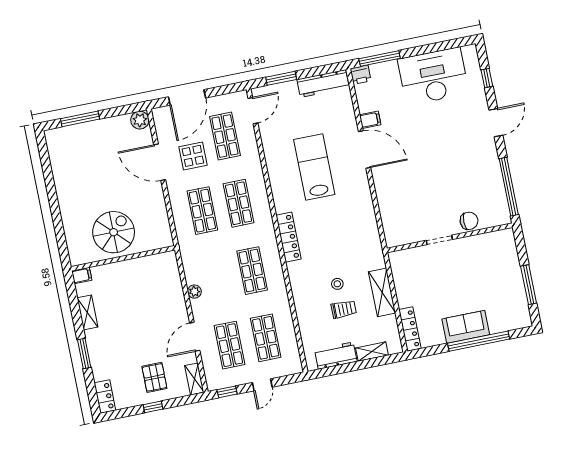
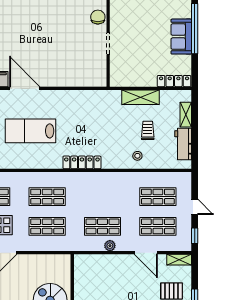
door: (365, 150) -> (25, 88), hinge flipped
shop shelf: (252, 271) -> (103, 226), moved
stool: (337, 284) -> (137, 156), moved

